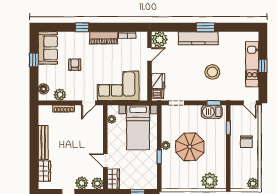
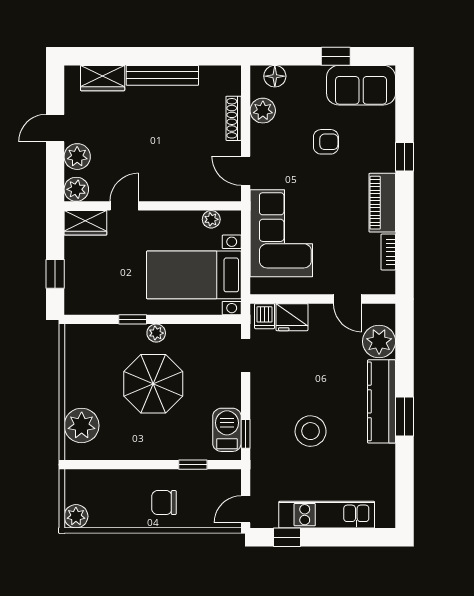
plant: (159, 39) -> (379, 342), moved
window: (263, 66) -> (287, 537), moved

